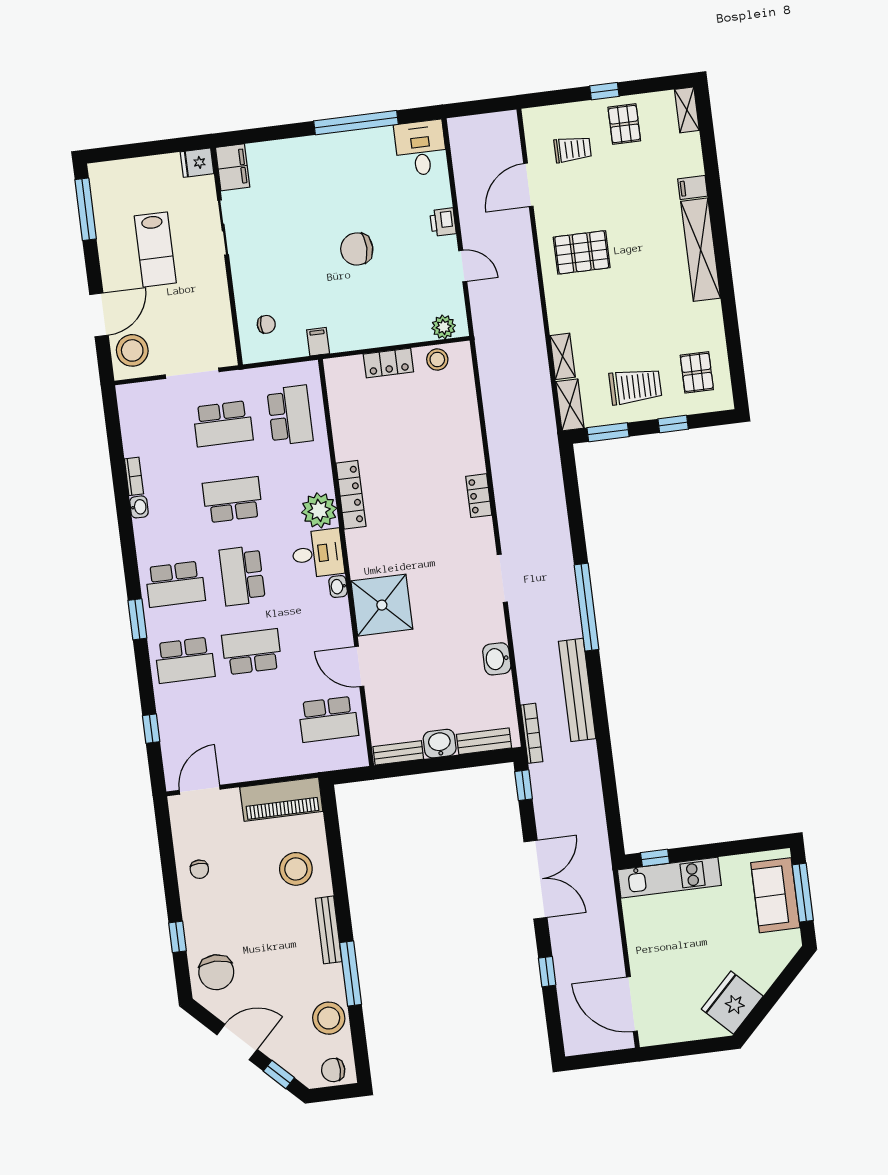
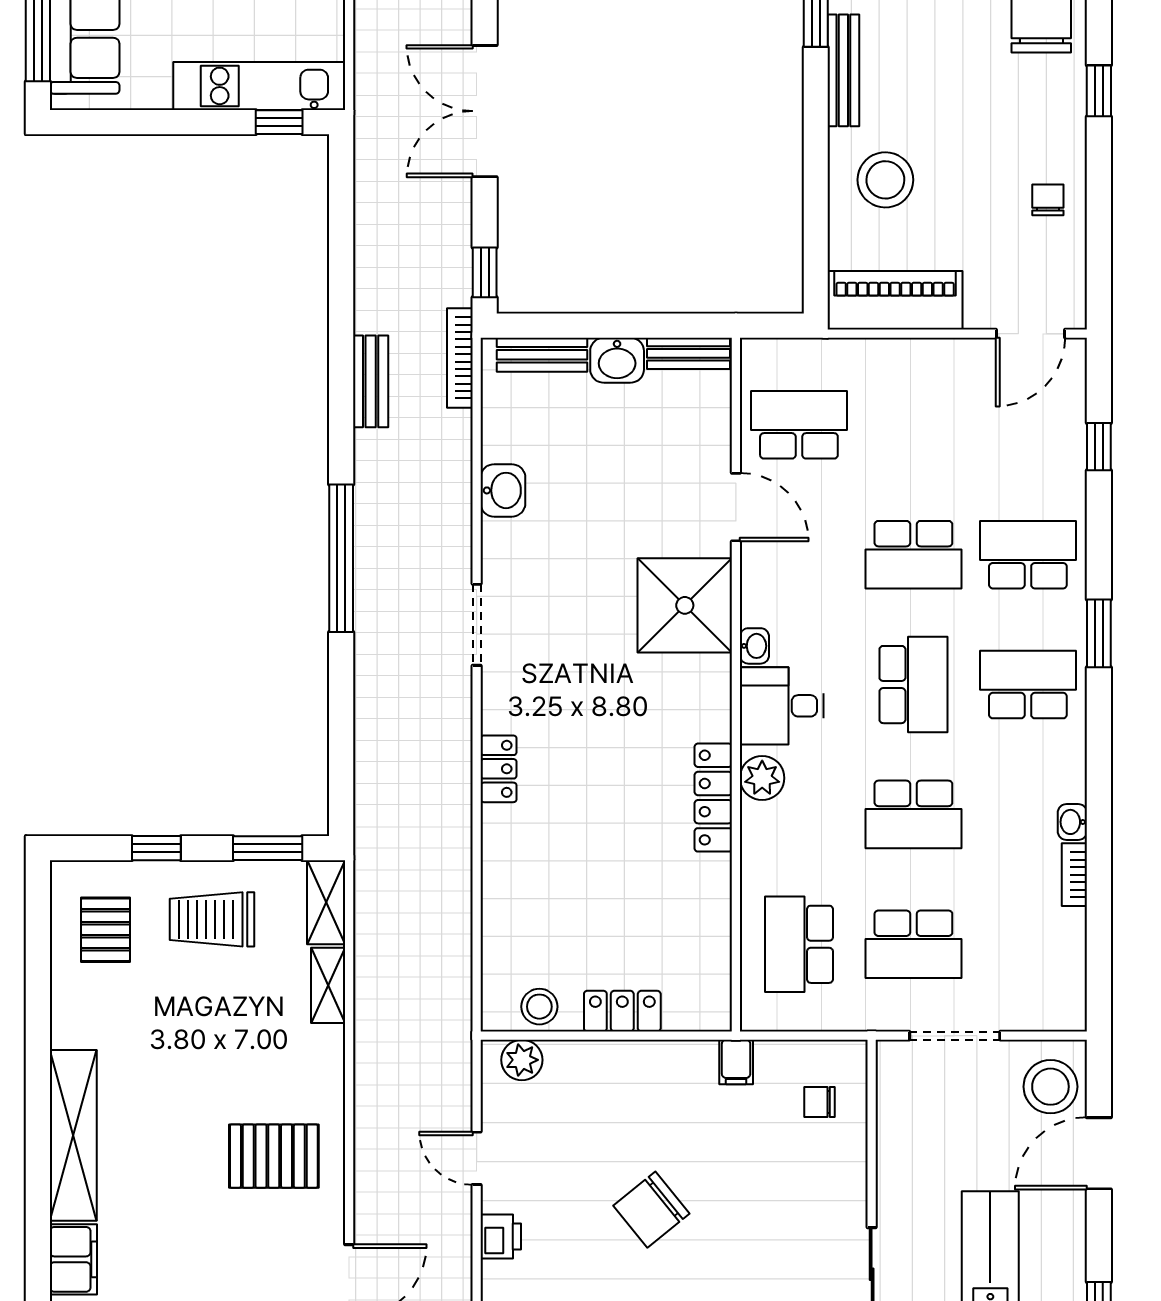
filing cabinet: (693, 187) -> (73, 1259), width x2.00
chair: (357, 249) -> (651, 1210), turned 141
school desk: (223, 424) -> (913, 944), turned 180
plant: (319, 510) -> (762, 778), width x0.73, depth x0.73
bench: (577, 690) -> (371, 381), width x0.54, depth x0.82

